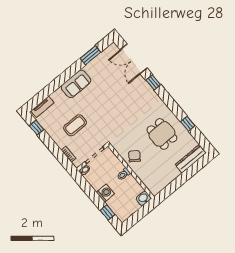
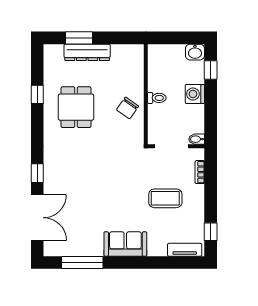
window: (90, 55) -> (82, 263), width x1.44
dresser: (190, 159) -> (87, 52), moved
window: (191, 172) -> (79, 38), added
washbasin: (144, 198) -> (195, 52), moved

